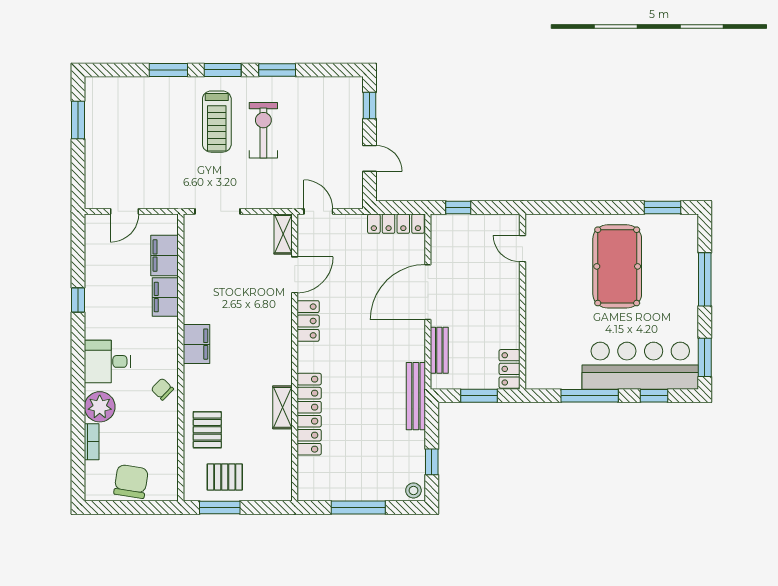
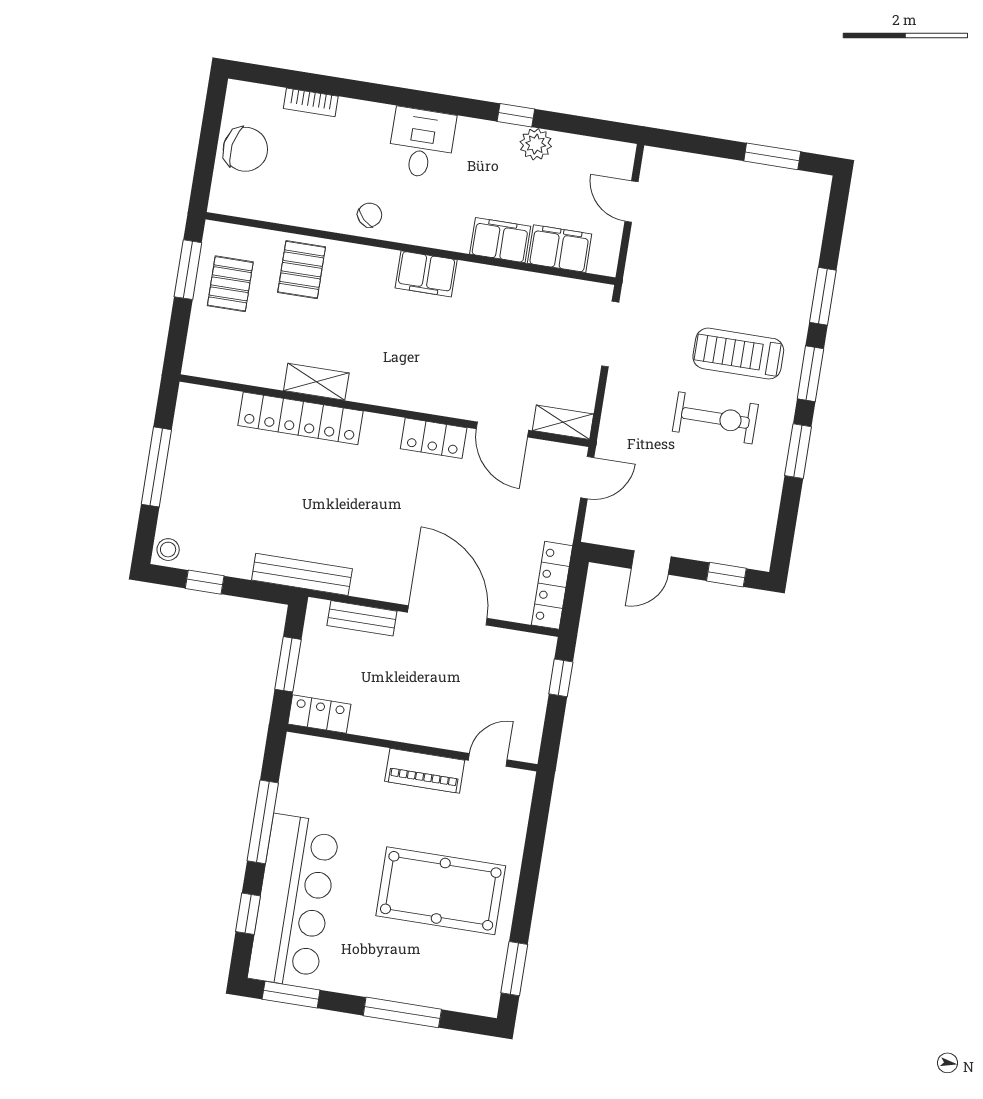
piano: (537, 291) -> (425, 771), added
plant: (100, 407) -> (536, 144), moved, width x0.73, depth x0.73
pallet: (207, 430) -> (302, 270), turned 90

